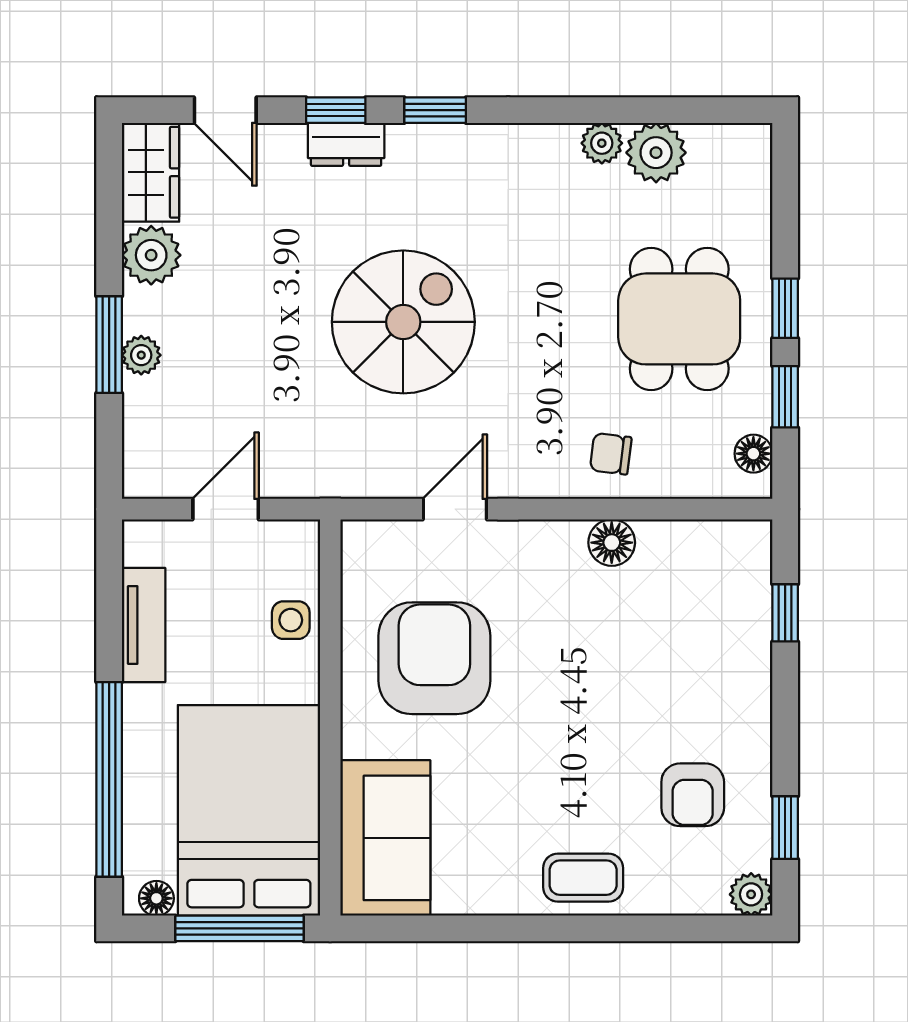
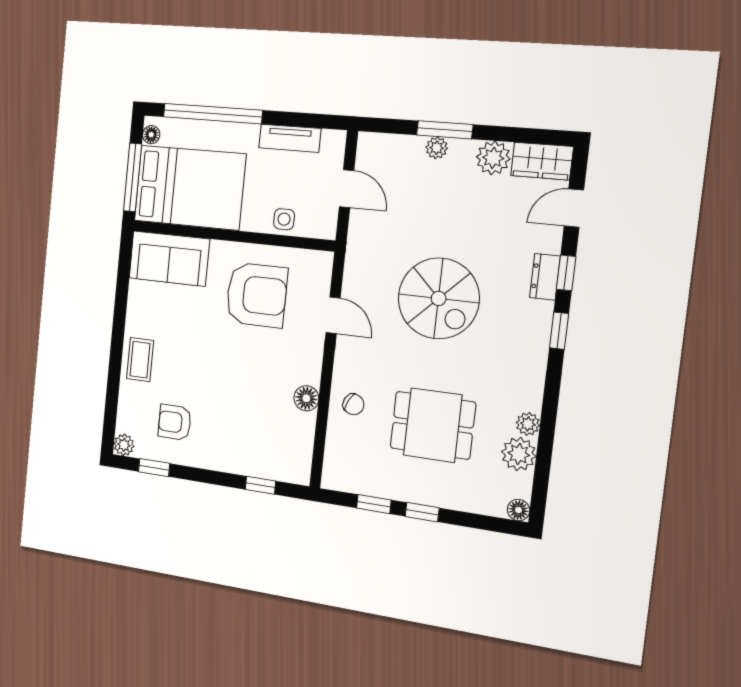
dining table: (679, 319) -> (433, 425), moved
chair: (611, 454) -> (353, 404), turned 110
floor lamp: (753, 454) -> (518, 510), moved

